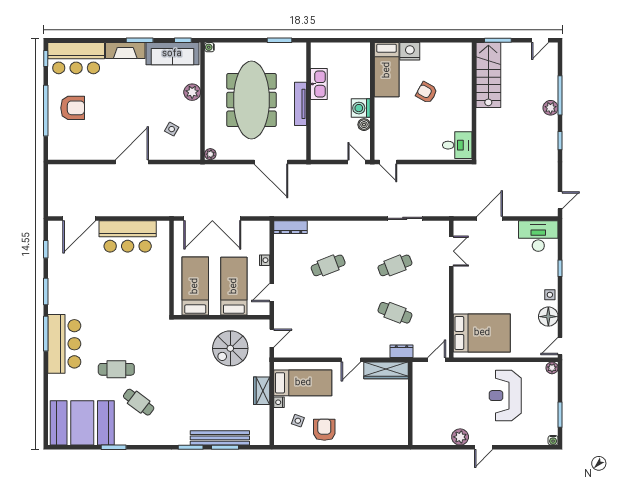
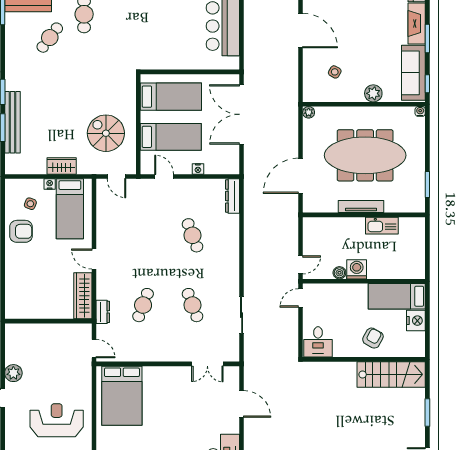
stairs: (488, 75) -> (391, 374), moved
wall: (474, 101) -> (364, 359), moved
desk: (457, 145) -> (318, 342), moved

